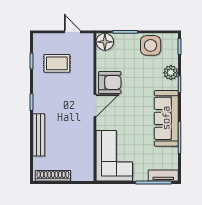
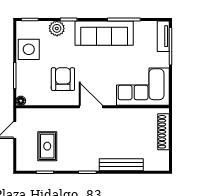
floor lamp: (105, 42) -> (21, 101), width x0.53, depth x0.53
armchair: (110, 82) -> (63, 79), moved
shoe rack: (53, 176) -> (163, 132), moved

